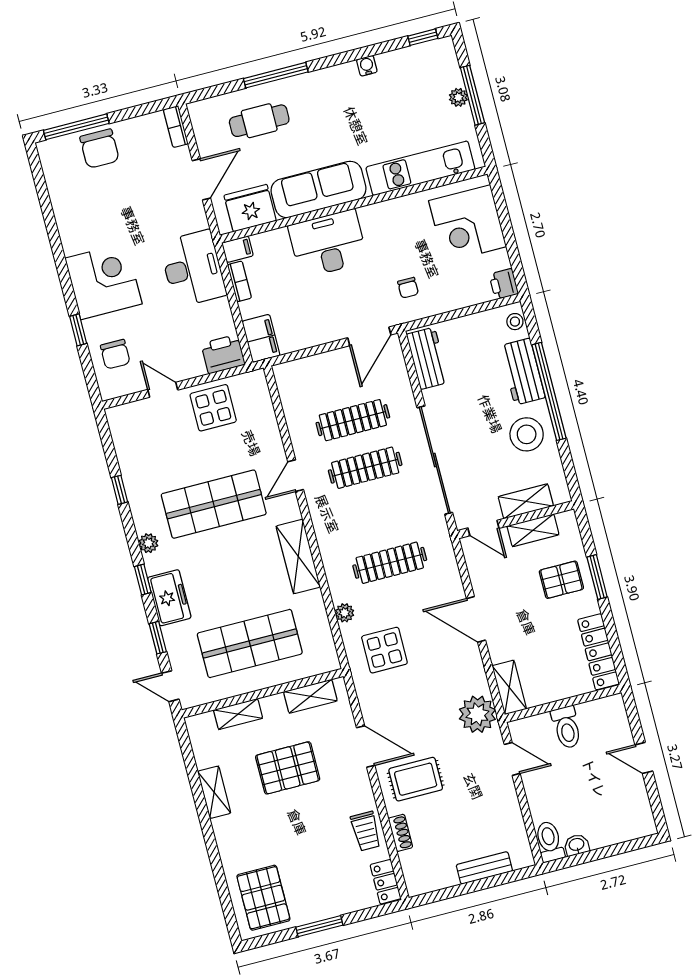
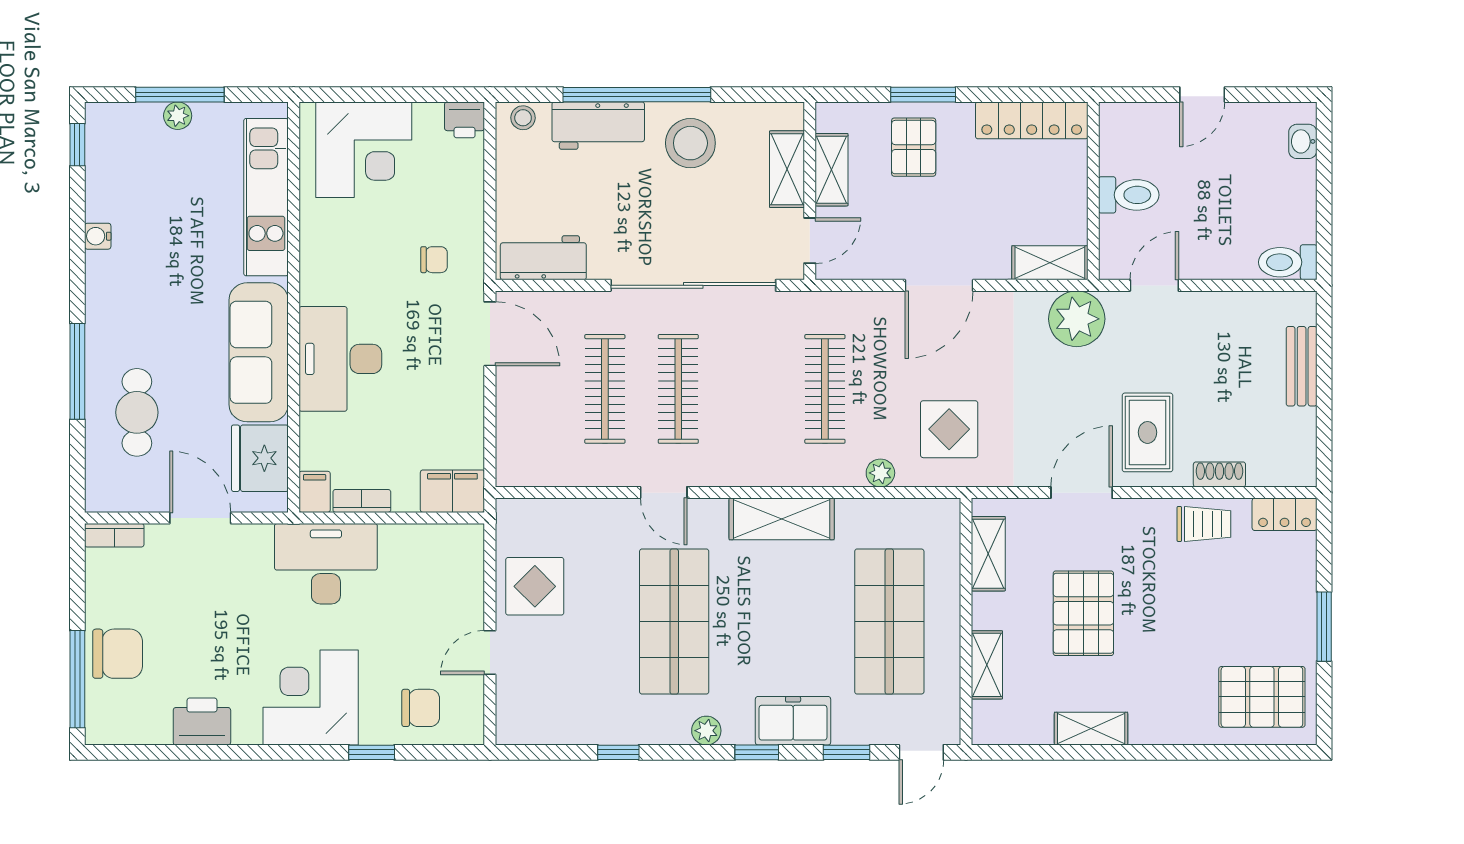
printer: (223, 354) -> (202, 722), moved, turned 90
washbasin: (577, 845) -> (1303, 141), moved

